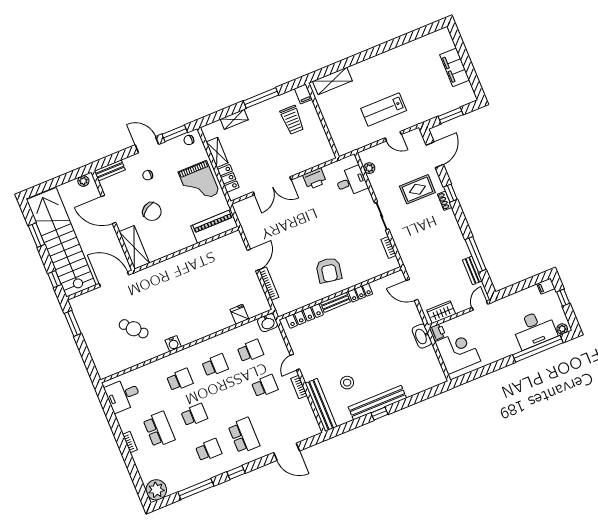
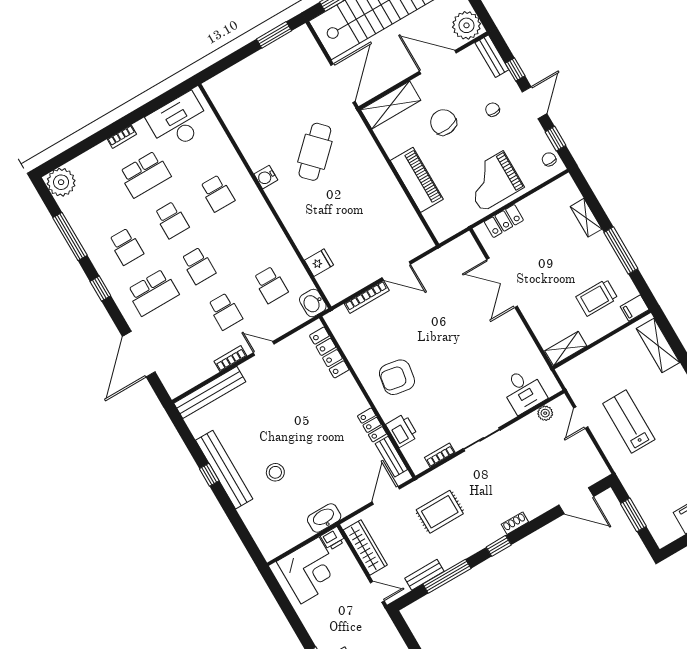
window: (175, 133) -> (556, 139), width x0.67
door: (393, 136) -> (581, 418), moved
shelving: (217, 152) -> (566, 348), moved
window: (121, 155) -> (515, 70), added
printer: (315, 179) -> (402, 430), moved, turned 180
plant: (83, 181) -> (467, 25), width x1.88, depth x1.88
rug: (417, 189) -> (440, 512), moved, turned 90
window: (450, 193) -> (499, 546), moved
door: (108, 209) -> (438, 62), hinge flipped
chair: (152, 212) -> (443, 122), turned 114
piano: (214, 226) -> (417, 180), moved
bench: (335, 302) -> (391, 457), moved
wardrobe: (441, 312) -> (365, 548), width x1.50
cafe table: (134, 329) -> (315, 152), moved, width x1.37, depth x1.35
school desk: (215, 365) -> (198, 266), moved
stool: (347, 383) -> (275, 472), moved
desk: (123, 395) -> (179, 122), width x1.37
door: (287, 452) -> (139, 354), width x1.36

